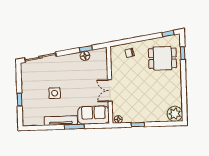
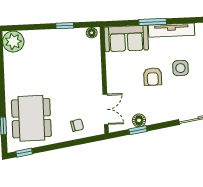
dining table: (162, 58) -> (31, 118), width x1.38
armchair: (75, 87) -> (153, 77), added
double door: (110, 91) -> (106, 109), moved

